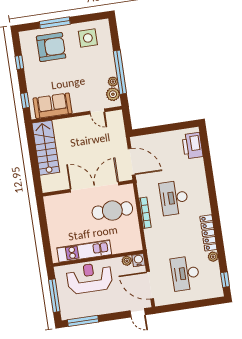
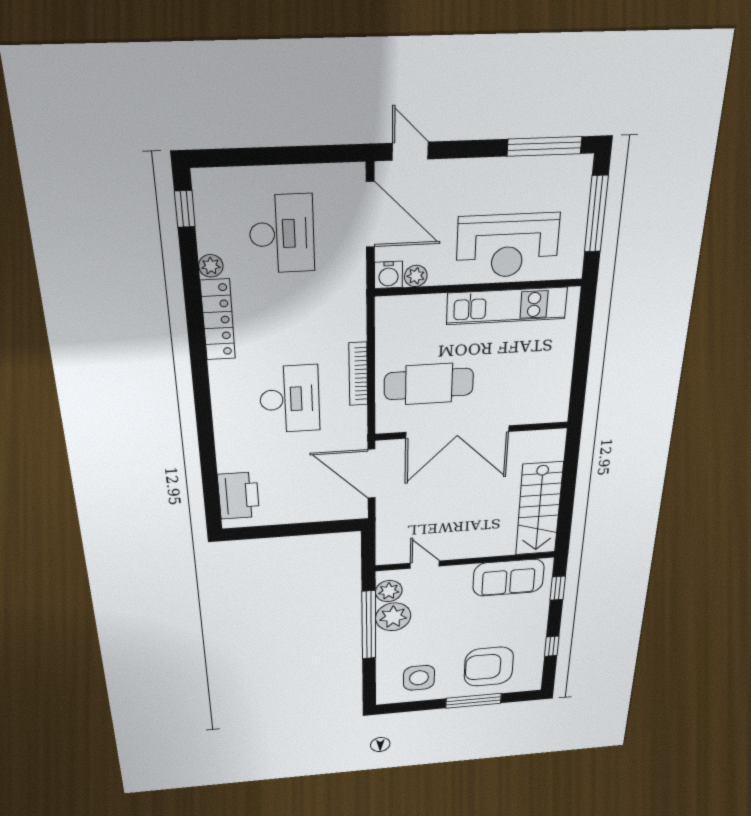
plant: (113, 82) -> (393, 617), width x1.87, depth x1.87

